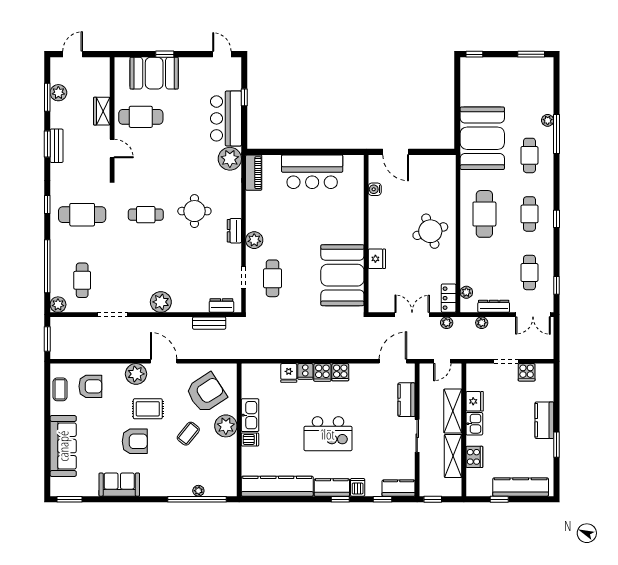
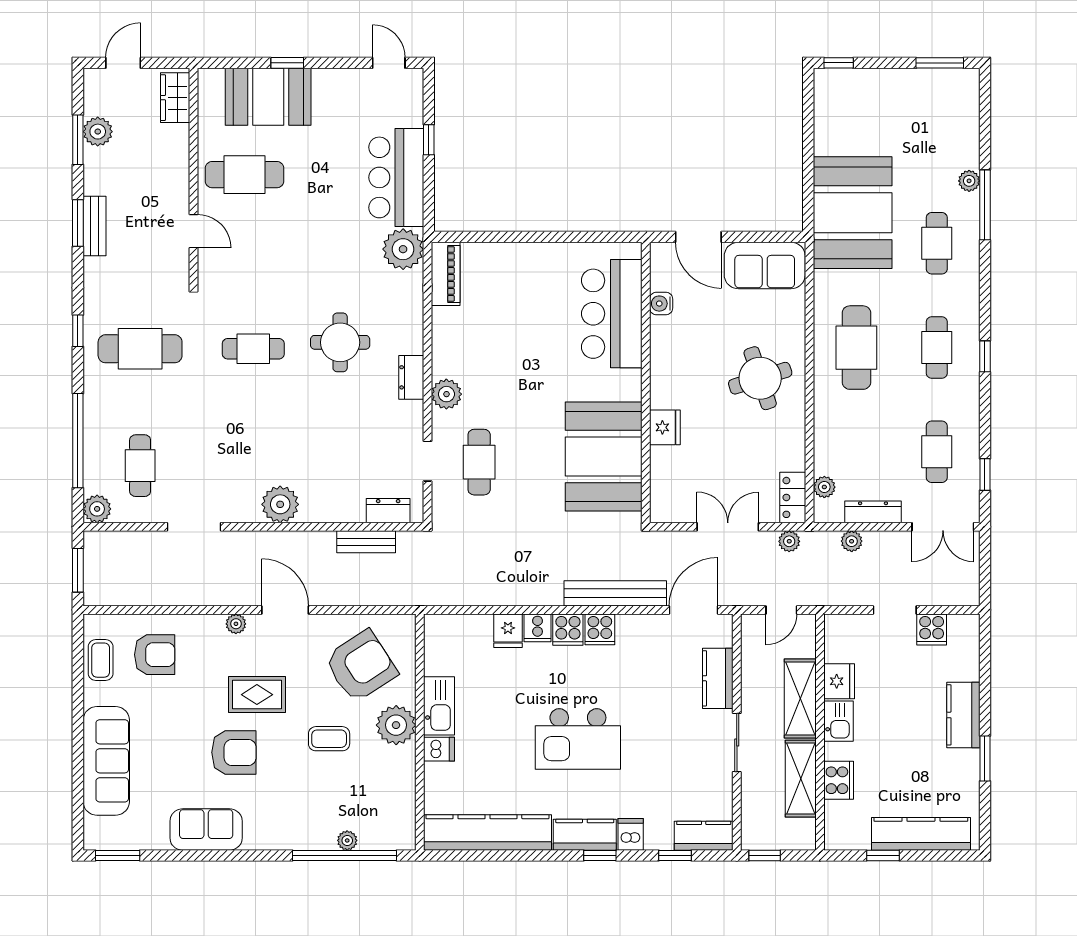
wardrobe: (102, 111) -> (175, 98), moved
sofa: (433, 168) -> (765, 265), added
bar counter: (312, 172) -> (612, 314), moved, turned 90
bench: (349, 352) -> (615, 593), added
plant: (136, 374) -> (236, 624), width x0.53, depth x0.53
coffee table: (188, 434) -> (329, 739), turned 51

